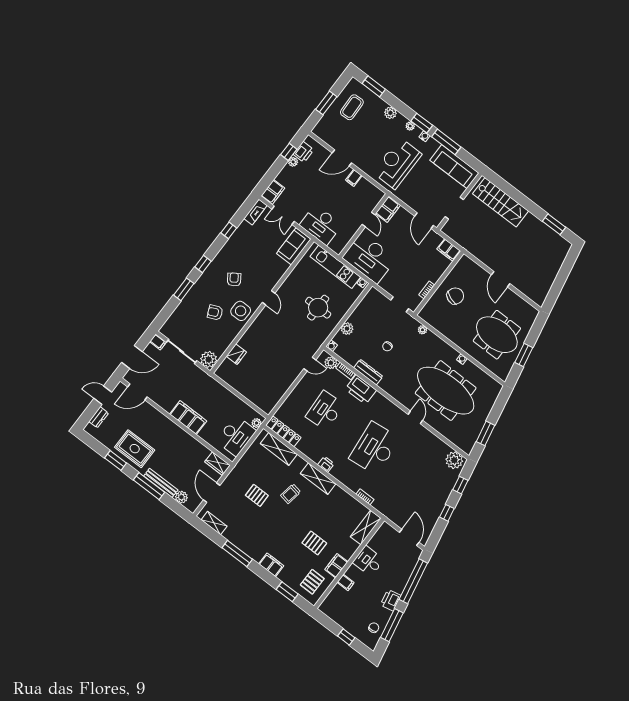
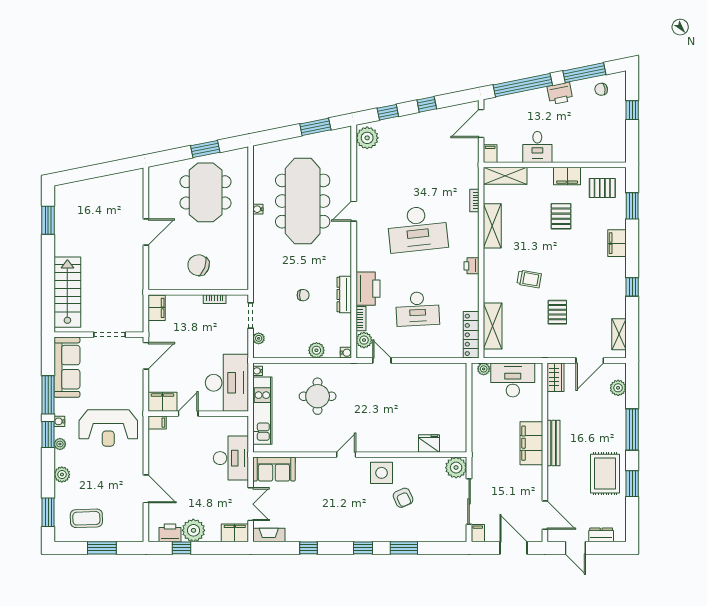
plant: (293, 162) -> (193, 530), width x1.88, depth x1.88
filing cabinet: (354, 178) -> (157, 423), moved
armchair: (234, 279) -> (354, 504), removed
plant: (422, 330) -> (259, 338), moved
shelving: (318, 479) -> (492, 226), moved
bench: (161, 483) -> (554, 443), moved
window: (237, 553) -> (632, 287), width x0.46
filing cabinet: (345, 582) -> (490, 154), moved

